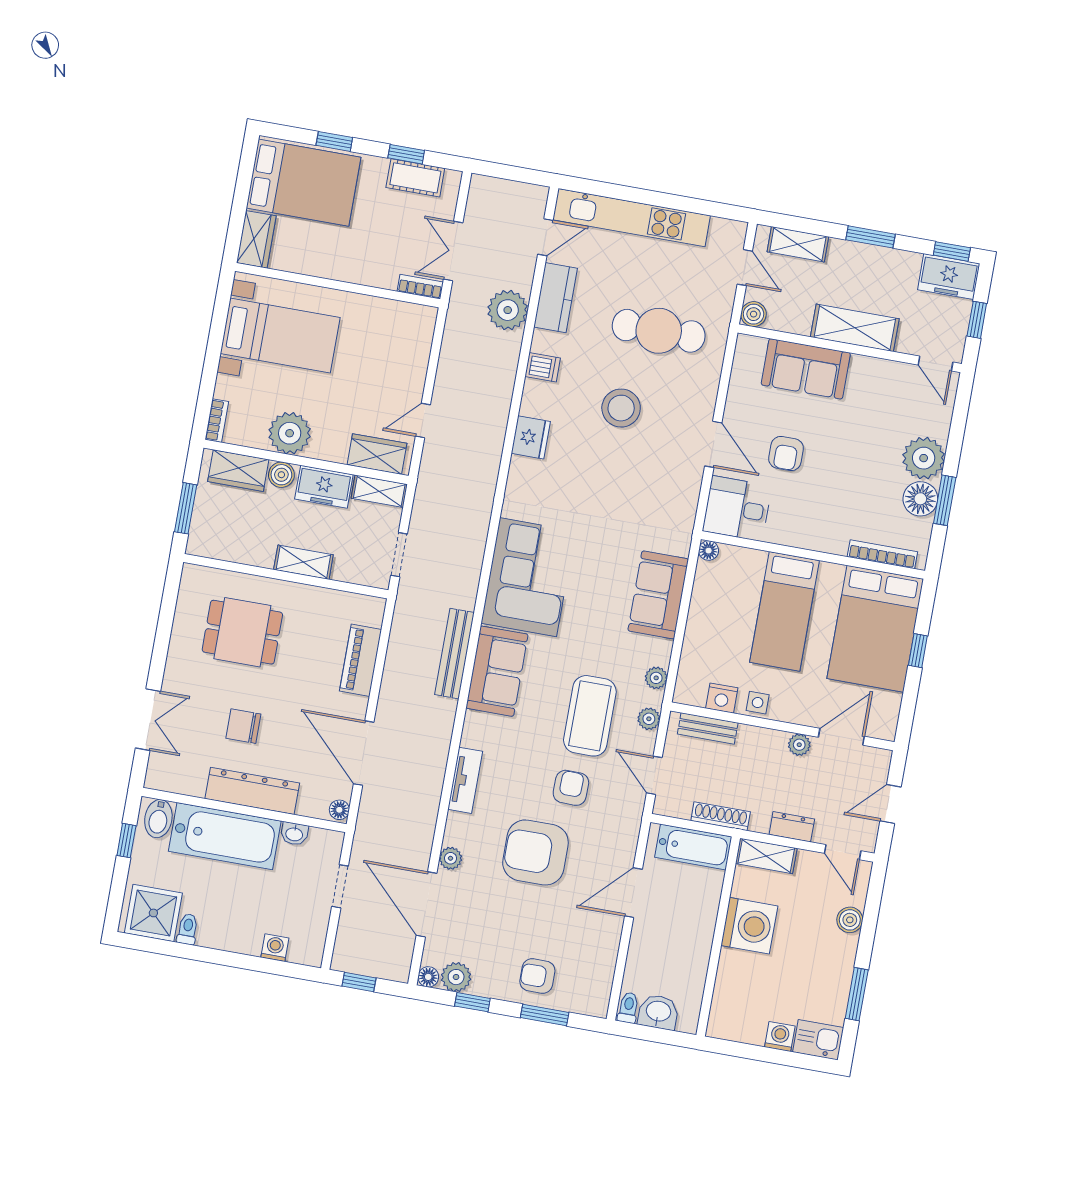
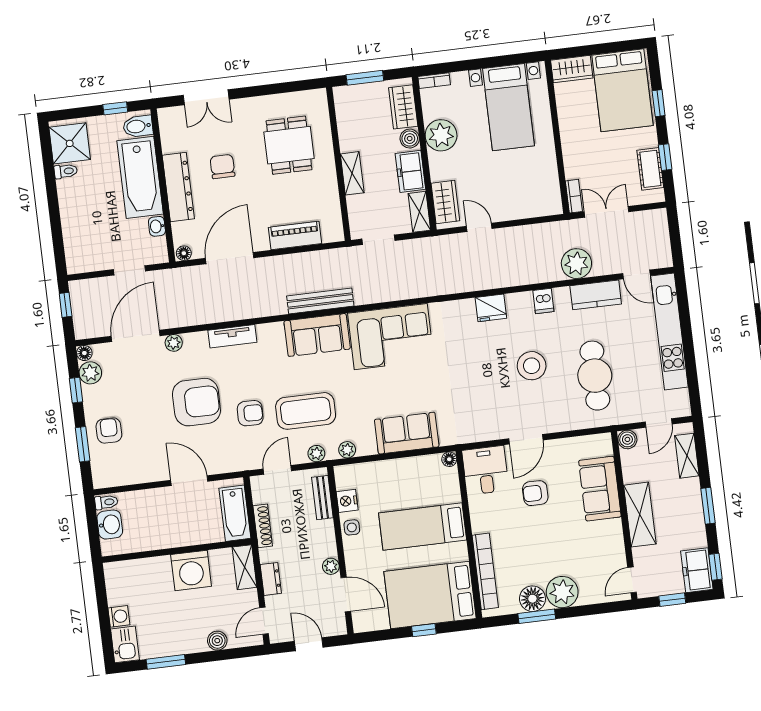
bookcase: (882, 554) -> (485, 571), width x1.48, depth x1.31
armchair: (535, 852) -> (196, 402), turned 90
washing machine: (275, 948) -> (72, 237), removed

